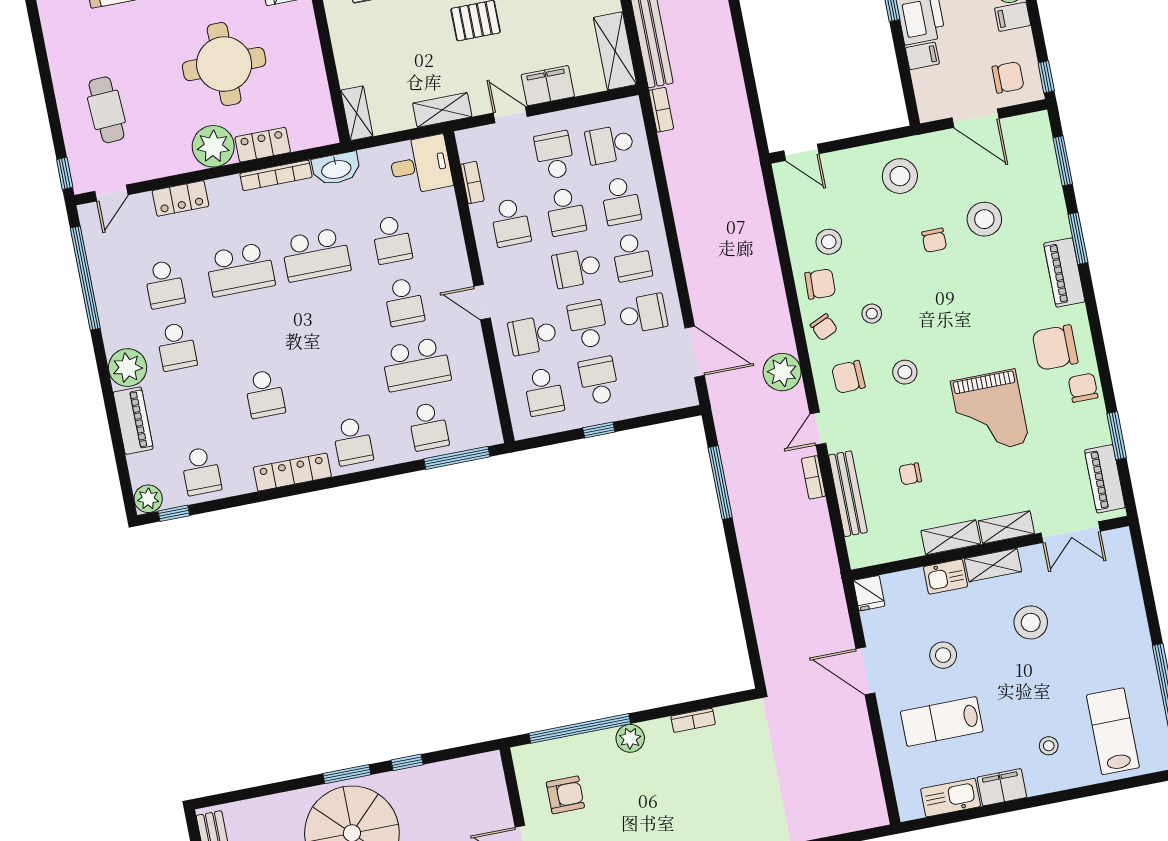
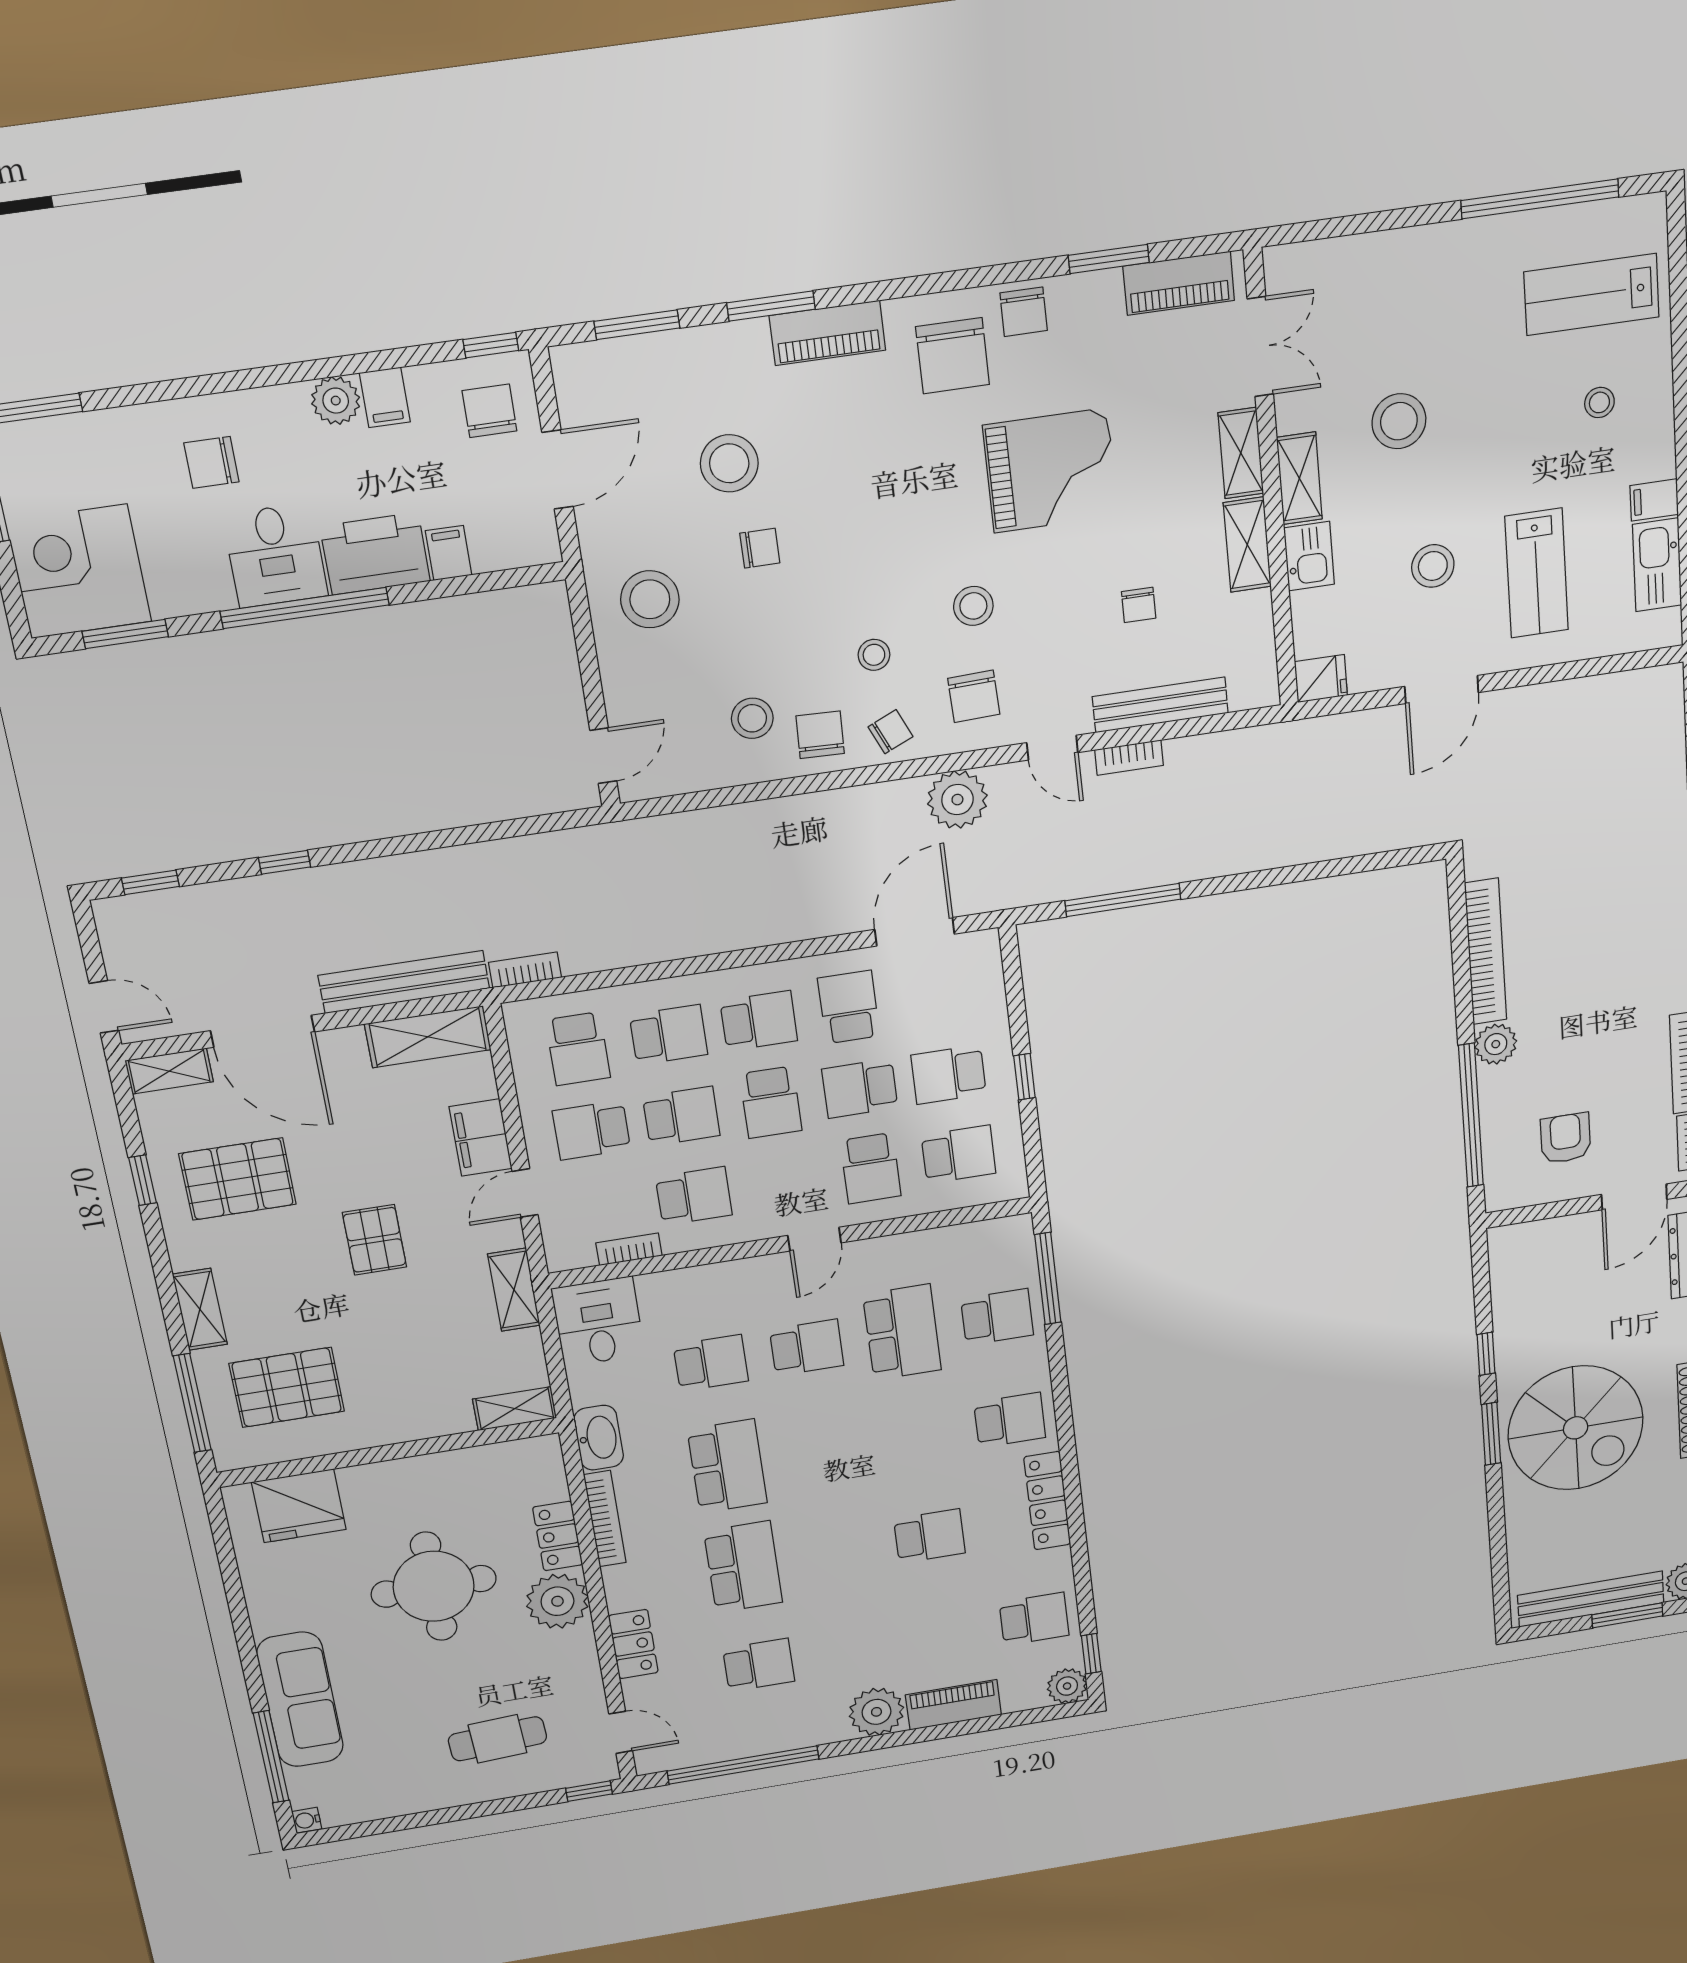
school desk: (177, 347) -> (851, 1650), removed
chair: (1083, 388) -> (1024, 312), turned -90
bookcase: (693, 720) -> (1486, 952), width x2.31, depth x1.31
filing cabinet: (1002, 787) -> (1654, 500), width x0.50

